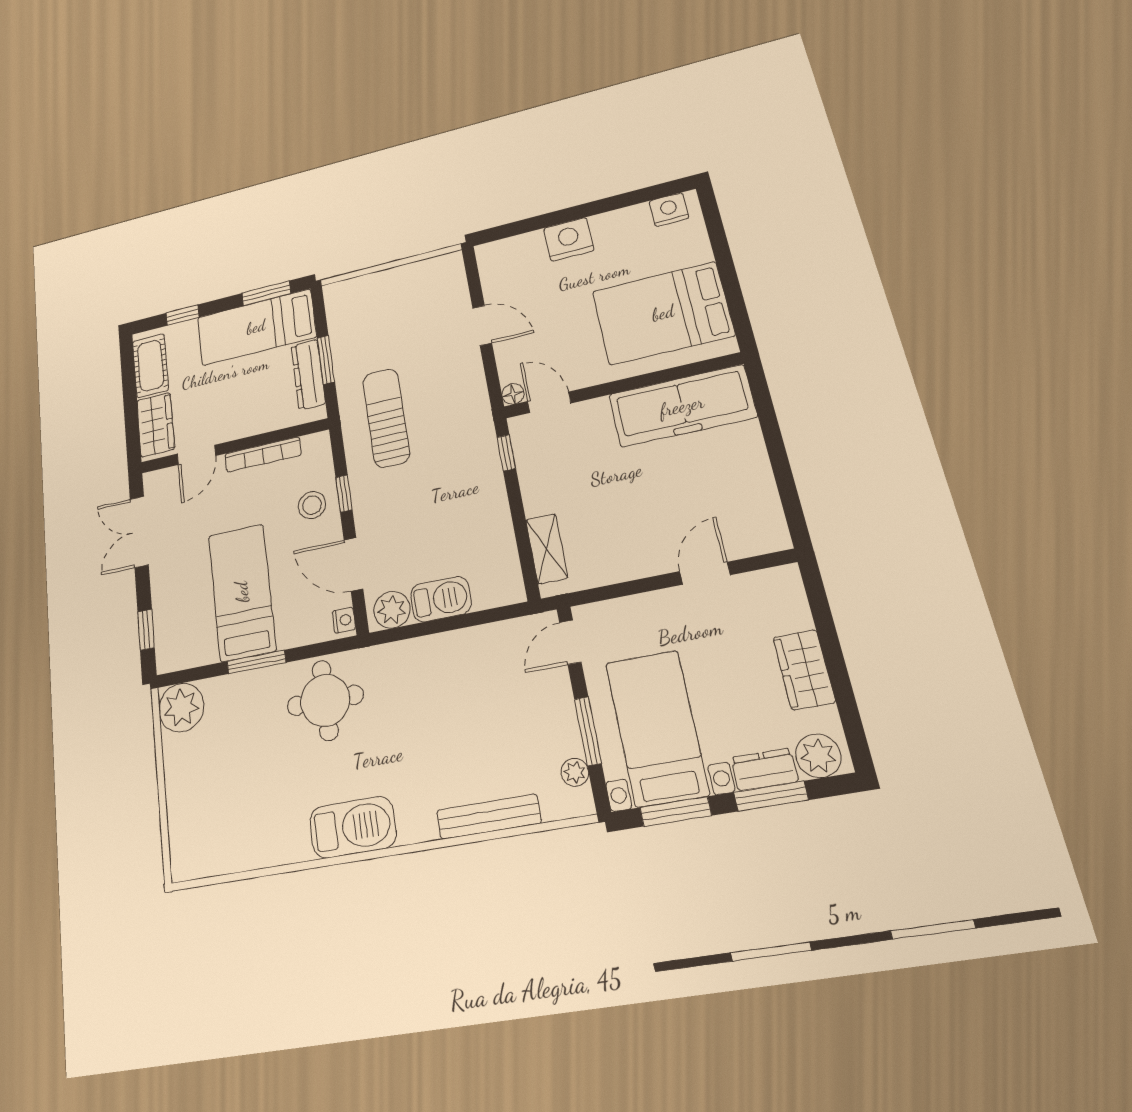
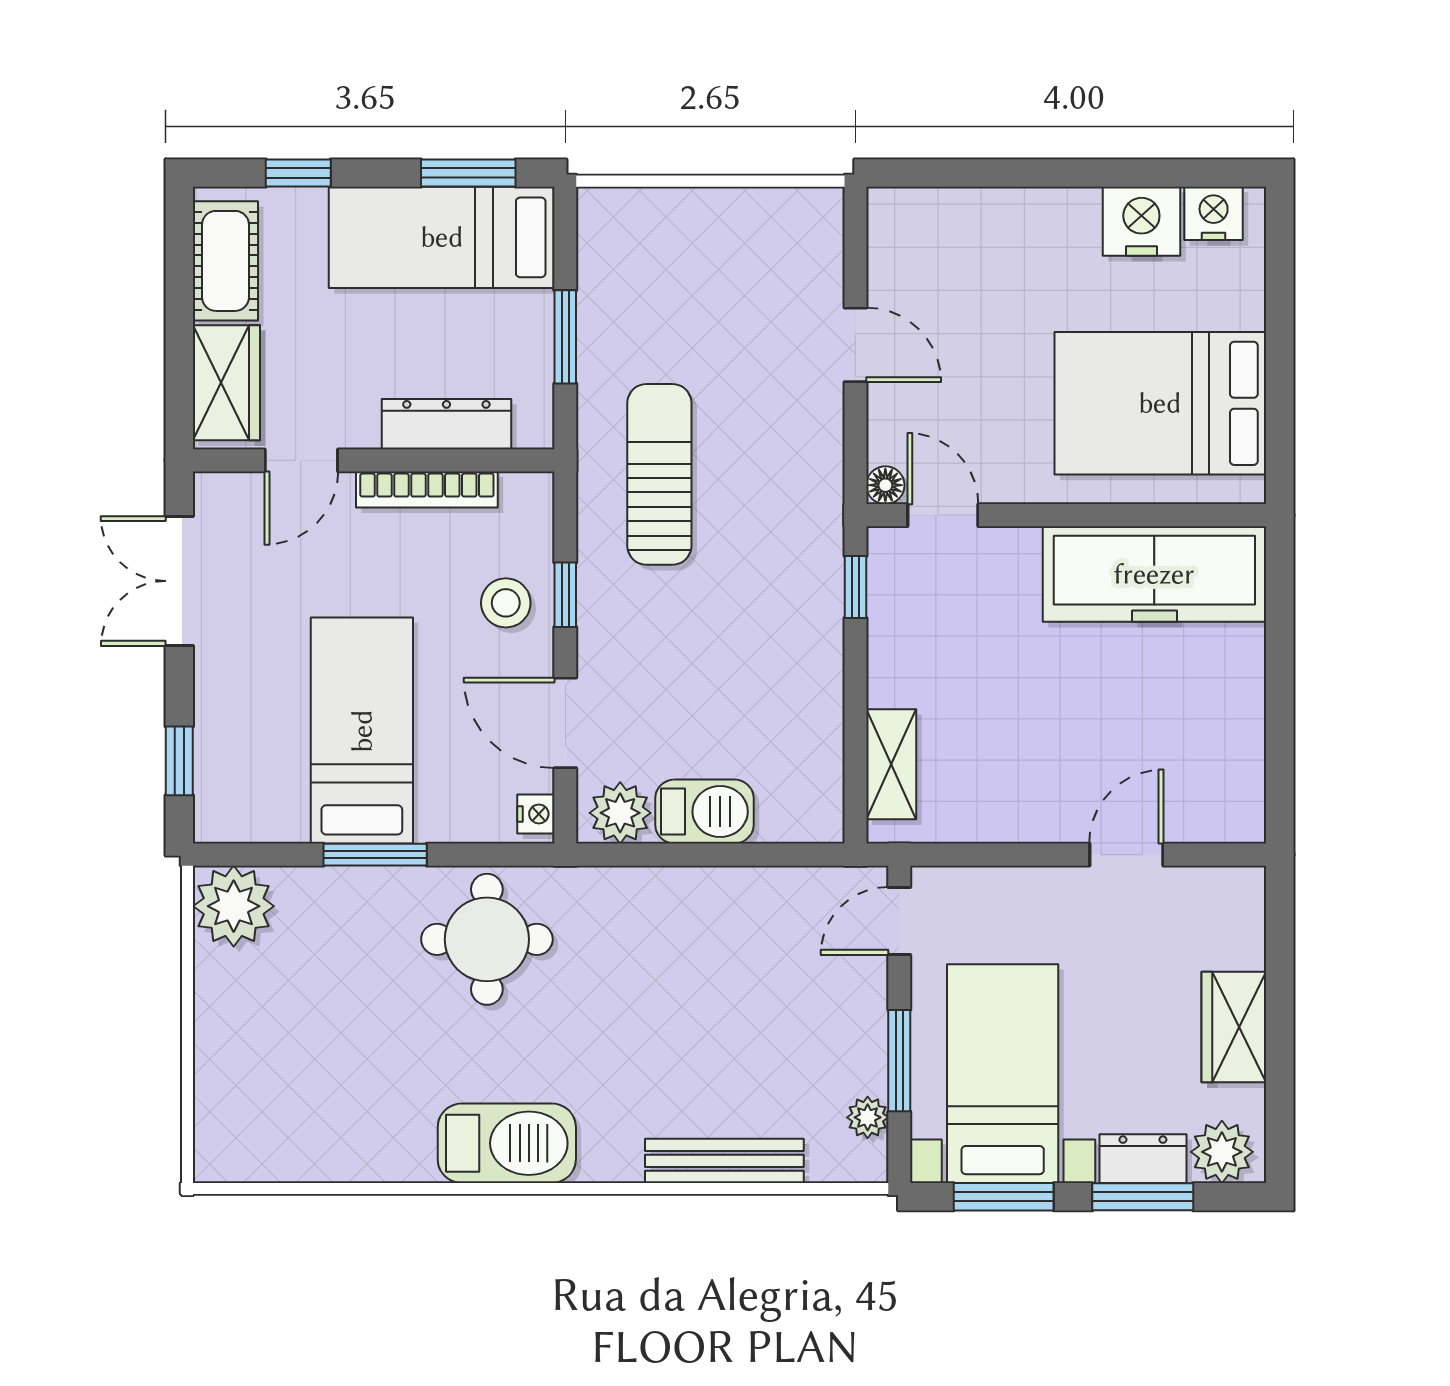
nightstand: (569, 239) -> (1141, 221), moved
dresser: (308, 375) -> (446, 424), moved, turned 90

